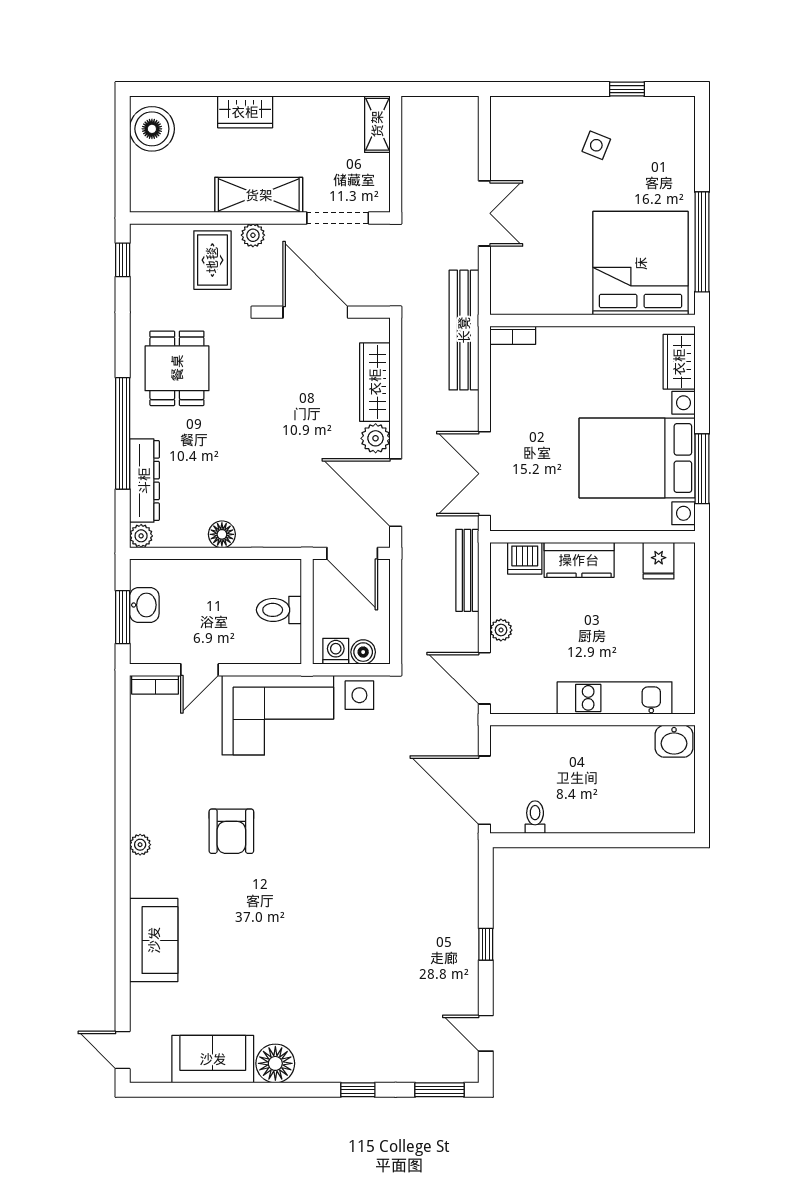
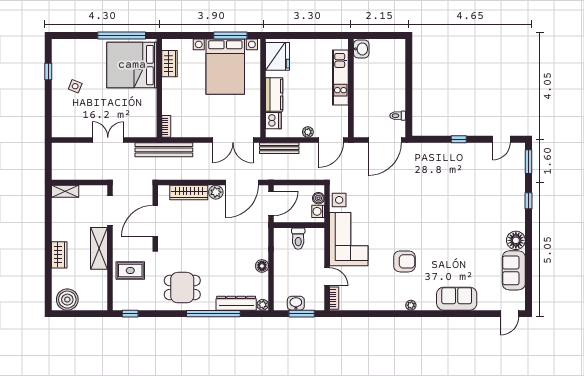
plant: (253, 235) -> (118, 251), removed
wardrobe: (679, 362) -> (170, 64), moved, turned -90
fridge: (659, 561) -> (278, 56), width x1.88, depth x1.34

